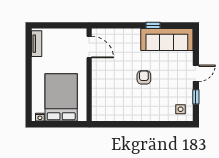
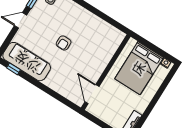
window: (153, 25) -> (14, 69), moved

